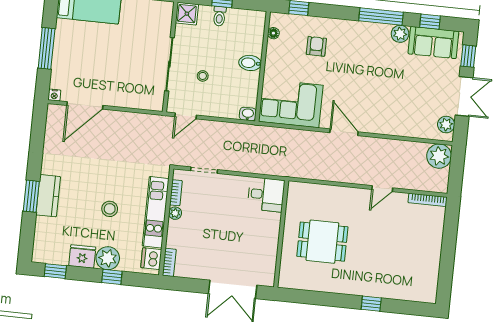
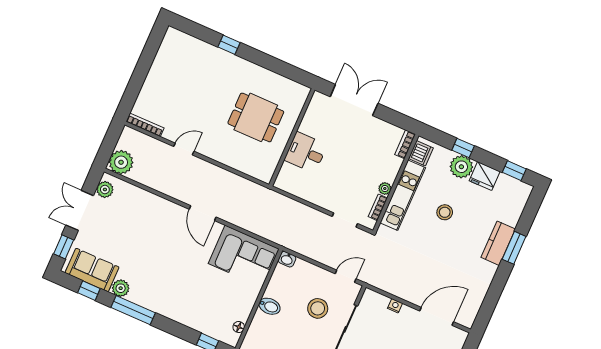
armchair: (316, 46) -> (203, 302), removed
stool: (203, 76) -> (318, 308), width x1.89, depth x1.89
nightstand: (54, 95) -> (395, 306), moved
desk: (266, 195) -> (306, 152), moved

